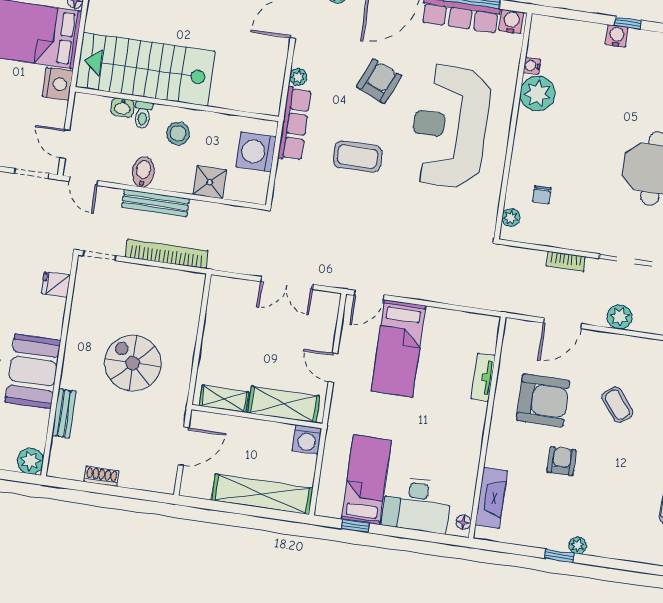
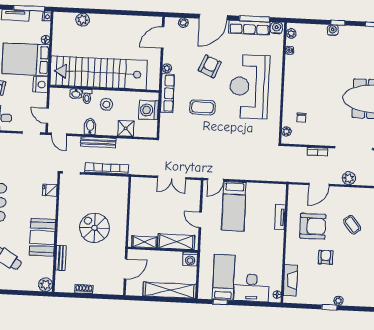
stairs: (145, 69) -> (99, 73), width x1.36
plant: (537, 94) -> (291, 34), moved, width x0.53, depth x0.53

